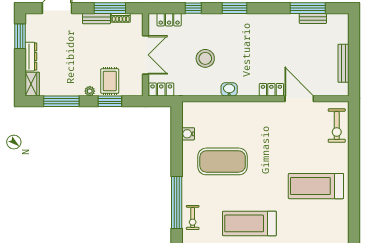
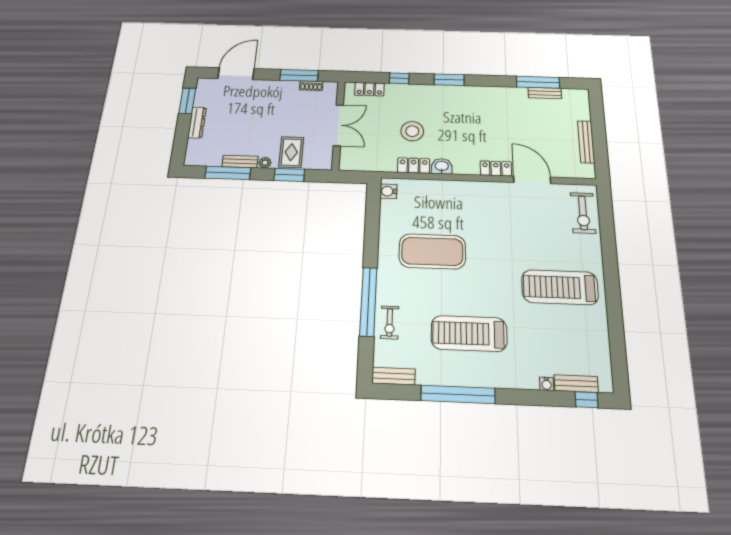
bench: (96, 19) -> (240, 161), moved
wardrobe: (32, 84) -> (194, 152), removed
locker: (161, 90) -> (414, 166), moved
water cooler: (188, 134) -> (388, 191), moved

